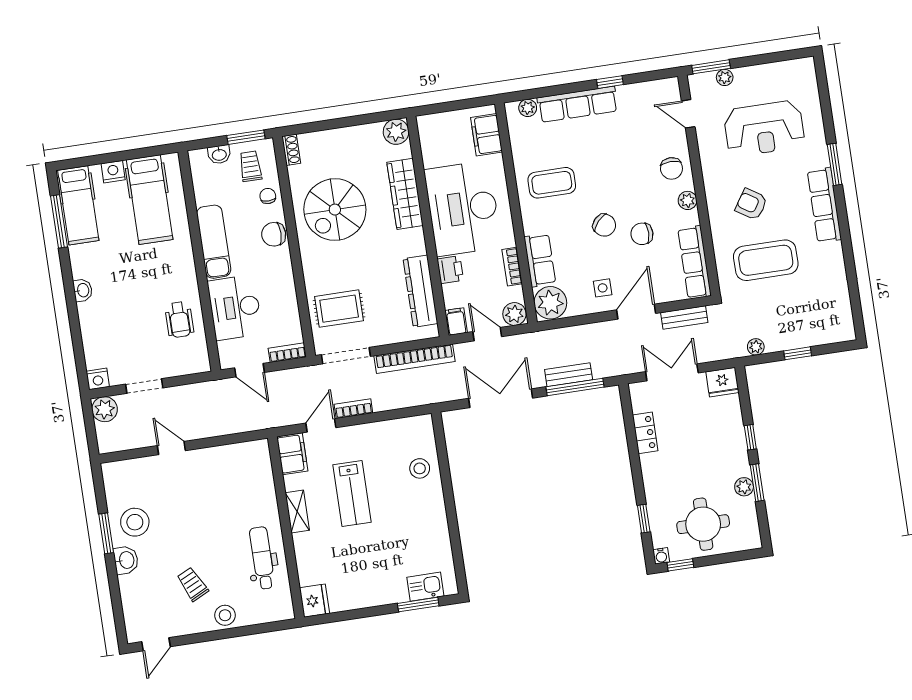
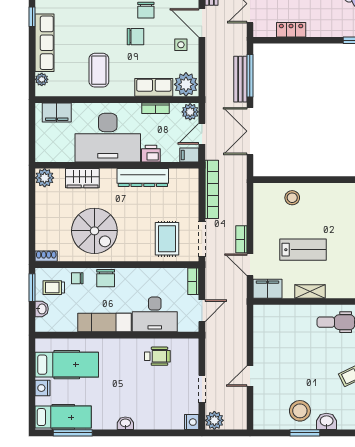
wardrobe: (405, 194) -> (82, 178), width x0.67
chair: (604, 225) -> (135, 37), turned 48
dresser: (420, 291) -> (143, 178), moved
bench: (569, 375) -> (240, 79), width x1.36

